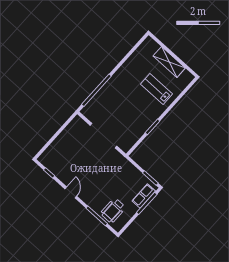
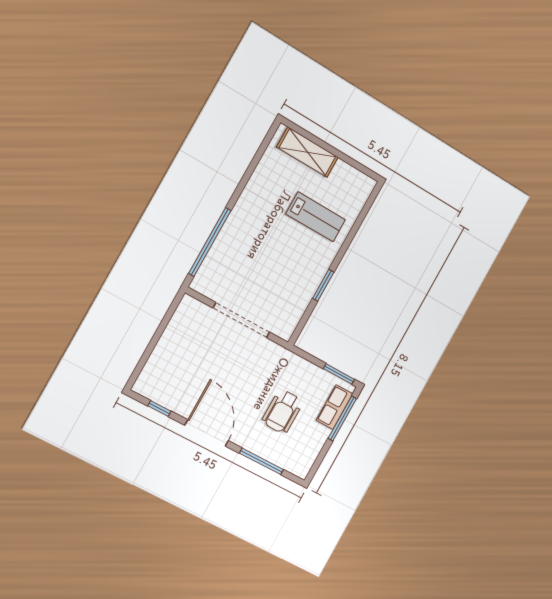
shelving: (169, 62) -> (307, 152), moved
lab bench: (156, 89) -> (316, 217), turned 180
door: (71, 192) -> (207, 433), width x1.88
wheelchair: (113, 210) -> (282, 411), moved

